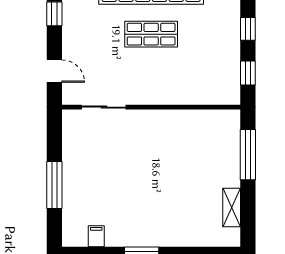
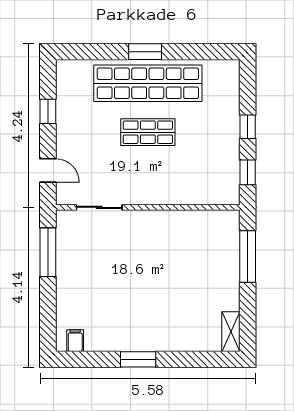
window: (54, 185) -> (48, 252), moved
shelving: (232, 207) -> (231, 332), moved
filing cabinet: (96, 236) -> (75, 341), moved

